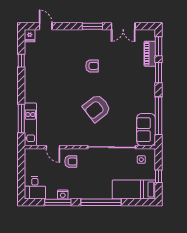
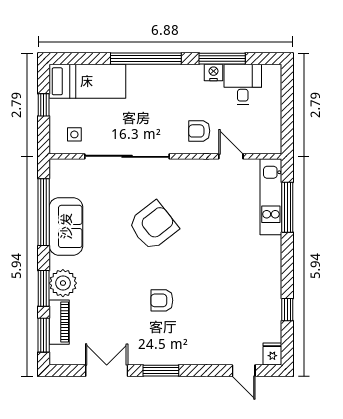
plant: (148, 76) -> (63, 283), added
sofa: (146, 130) -> (66, 226), moved
desk: (35, 188) -> (243, 84), moved

